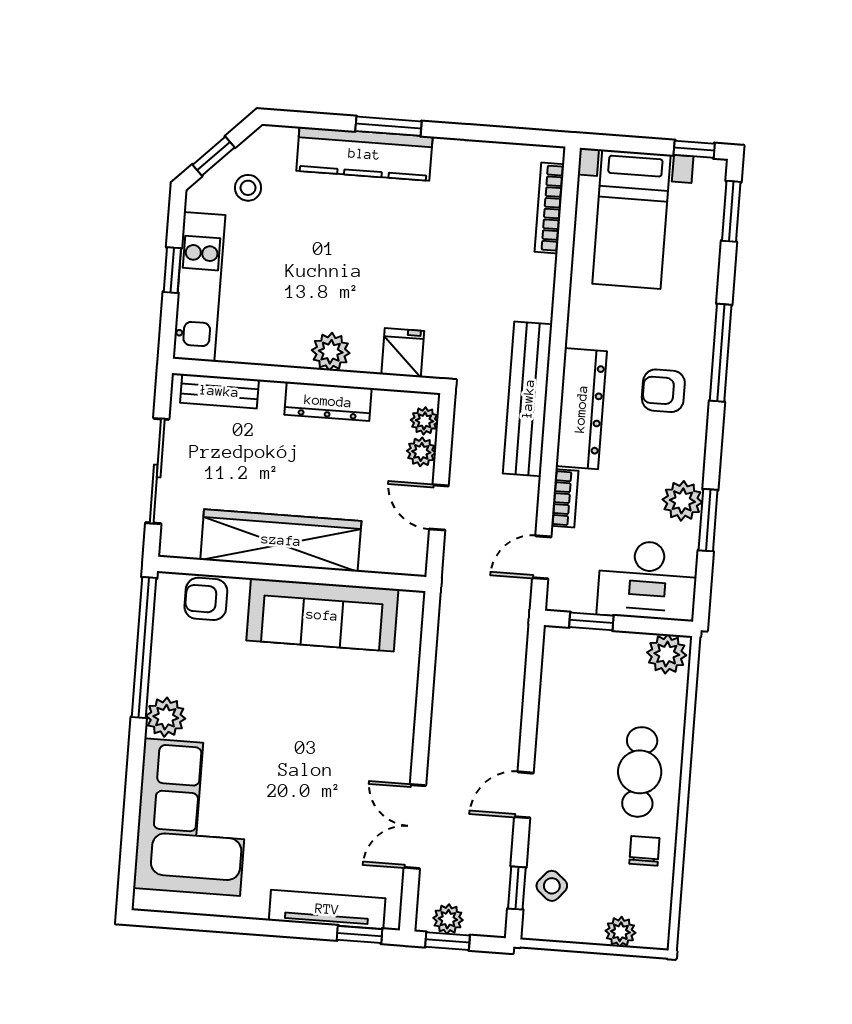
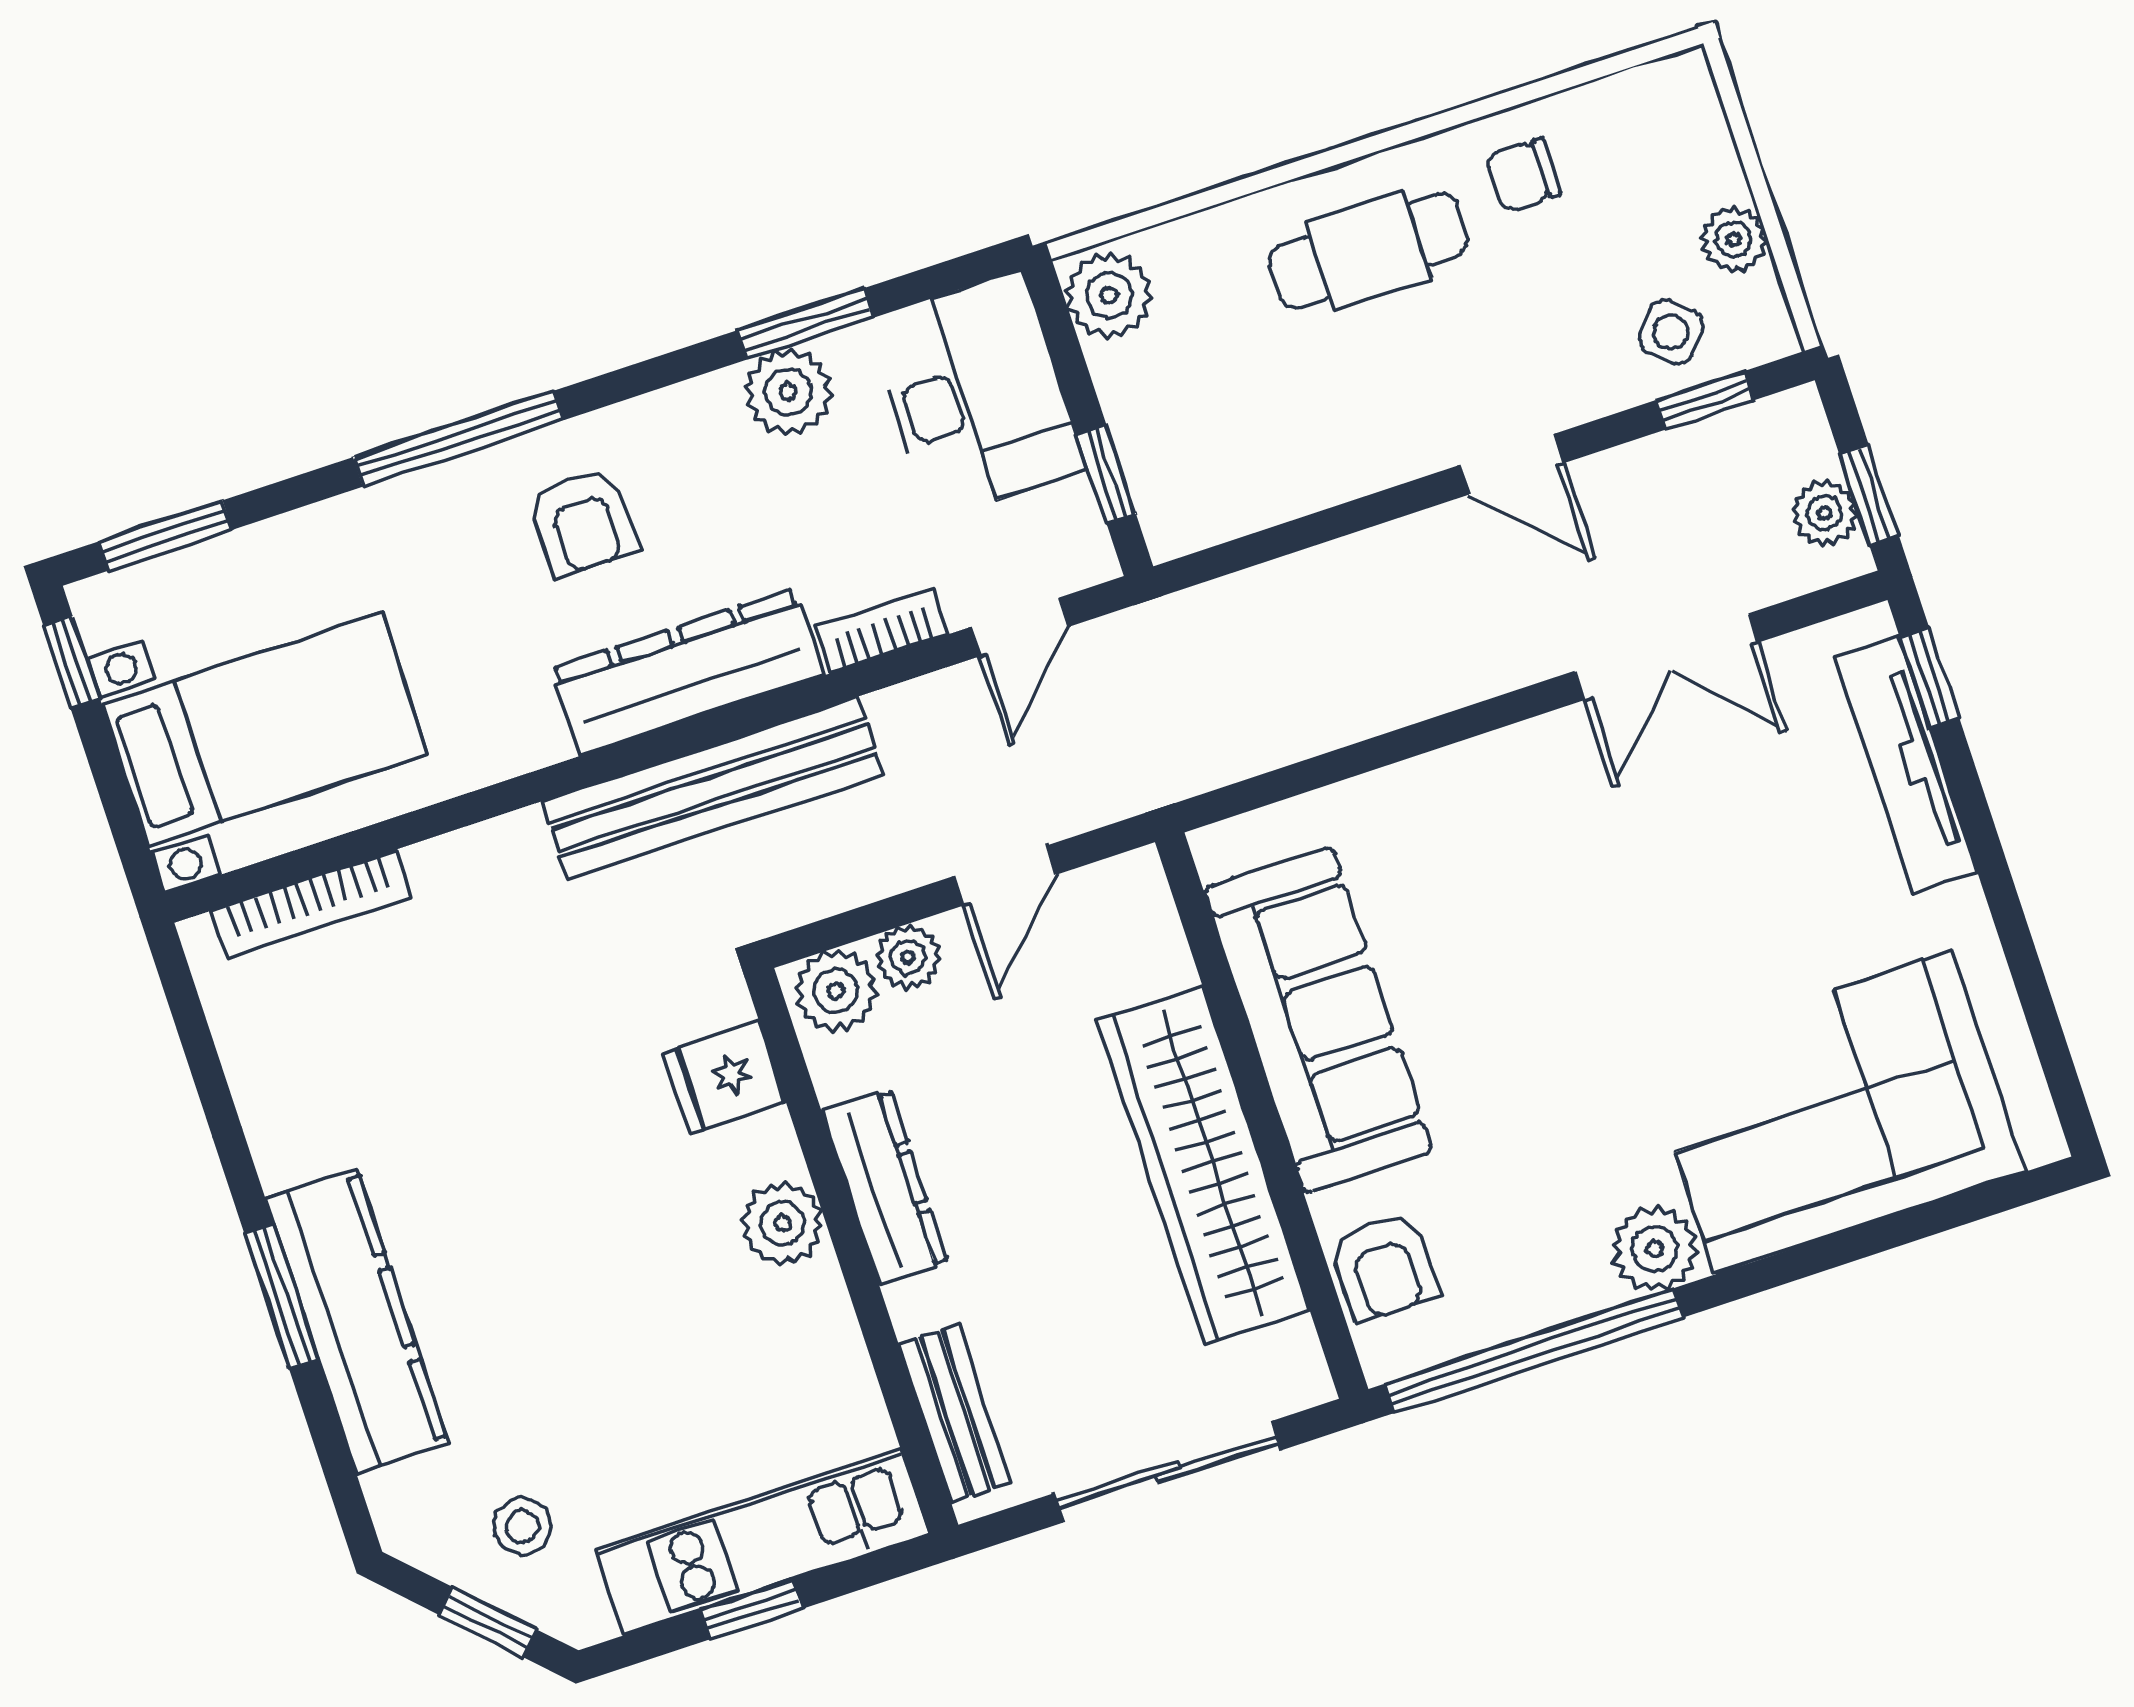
plant: (424, 421) -> (836, 991), width x1.38, depth x1.38
door: (542, 557) -> (1019, 627), hinge flipped
plant: (620, 932) -> (1734, 239), moved

